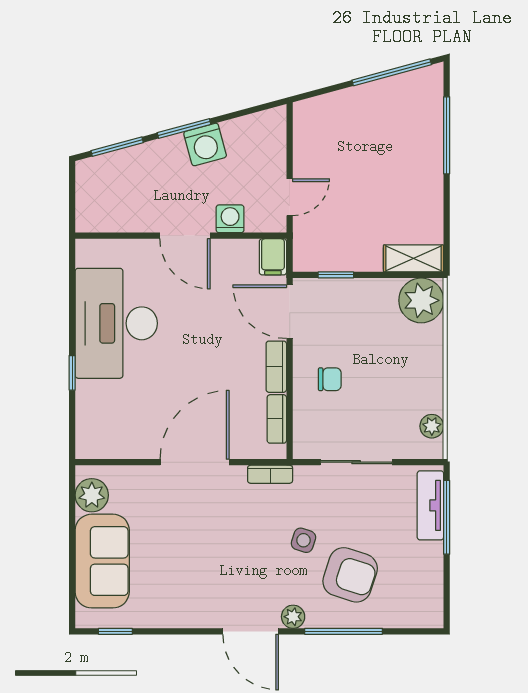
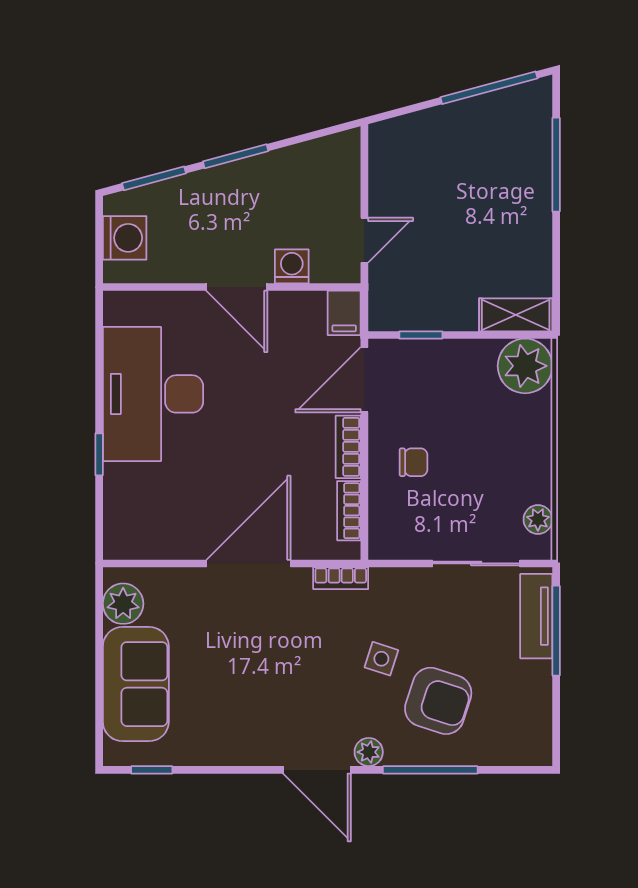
washing machine: (205, 144) -> (125, 238), moved, turned -75
door: (290, 312) -> (364, 380), hinge flipped
sliding door: (356, 462) -> (476, 563), moved

